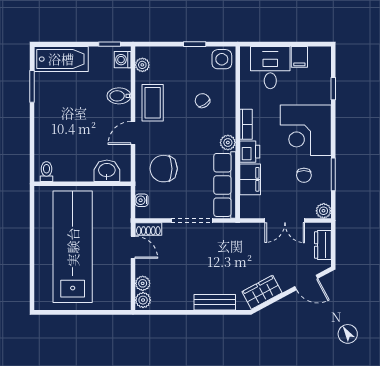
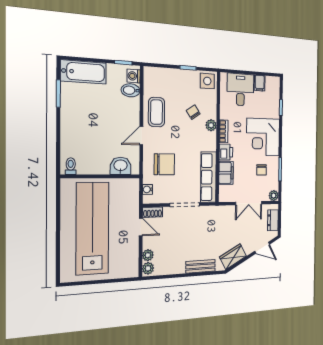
plant: (142, 65) -> (149, 81), removed
bidet: (119, 96) -> (131, 90), moved
plant: (228, 142) -> (211, 125), moved
chair: (164, 169) -> (164, 164), turned 180

